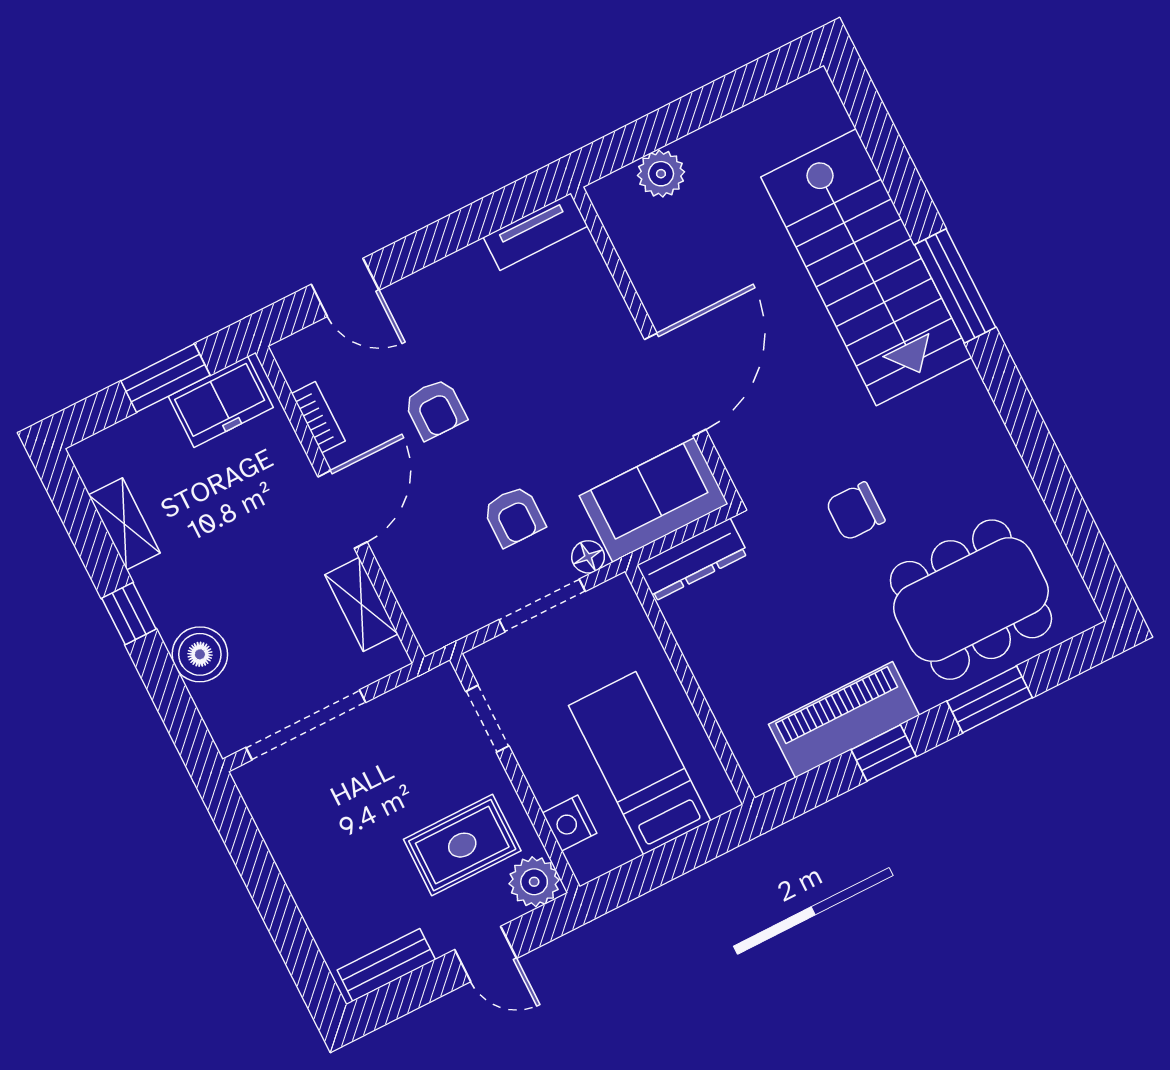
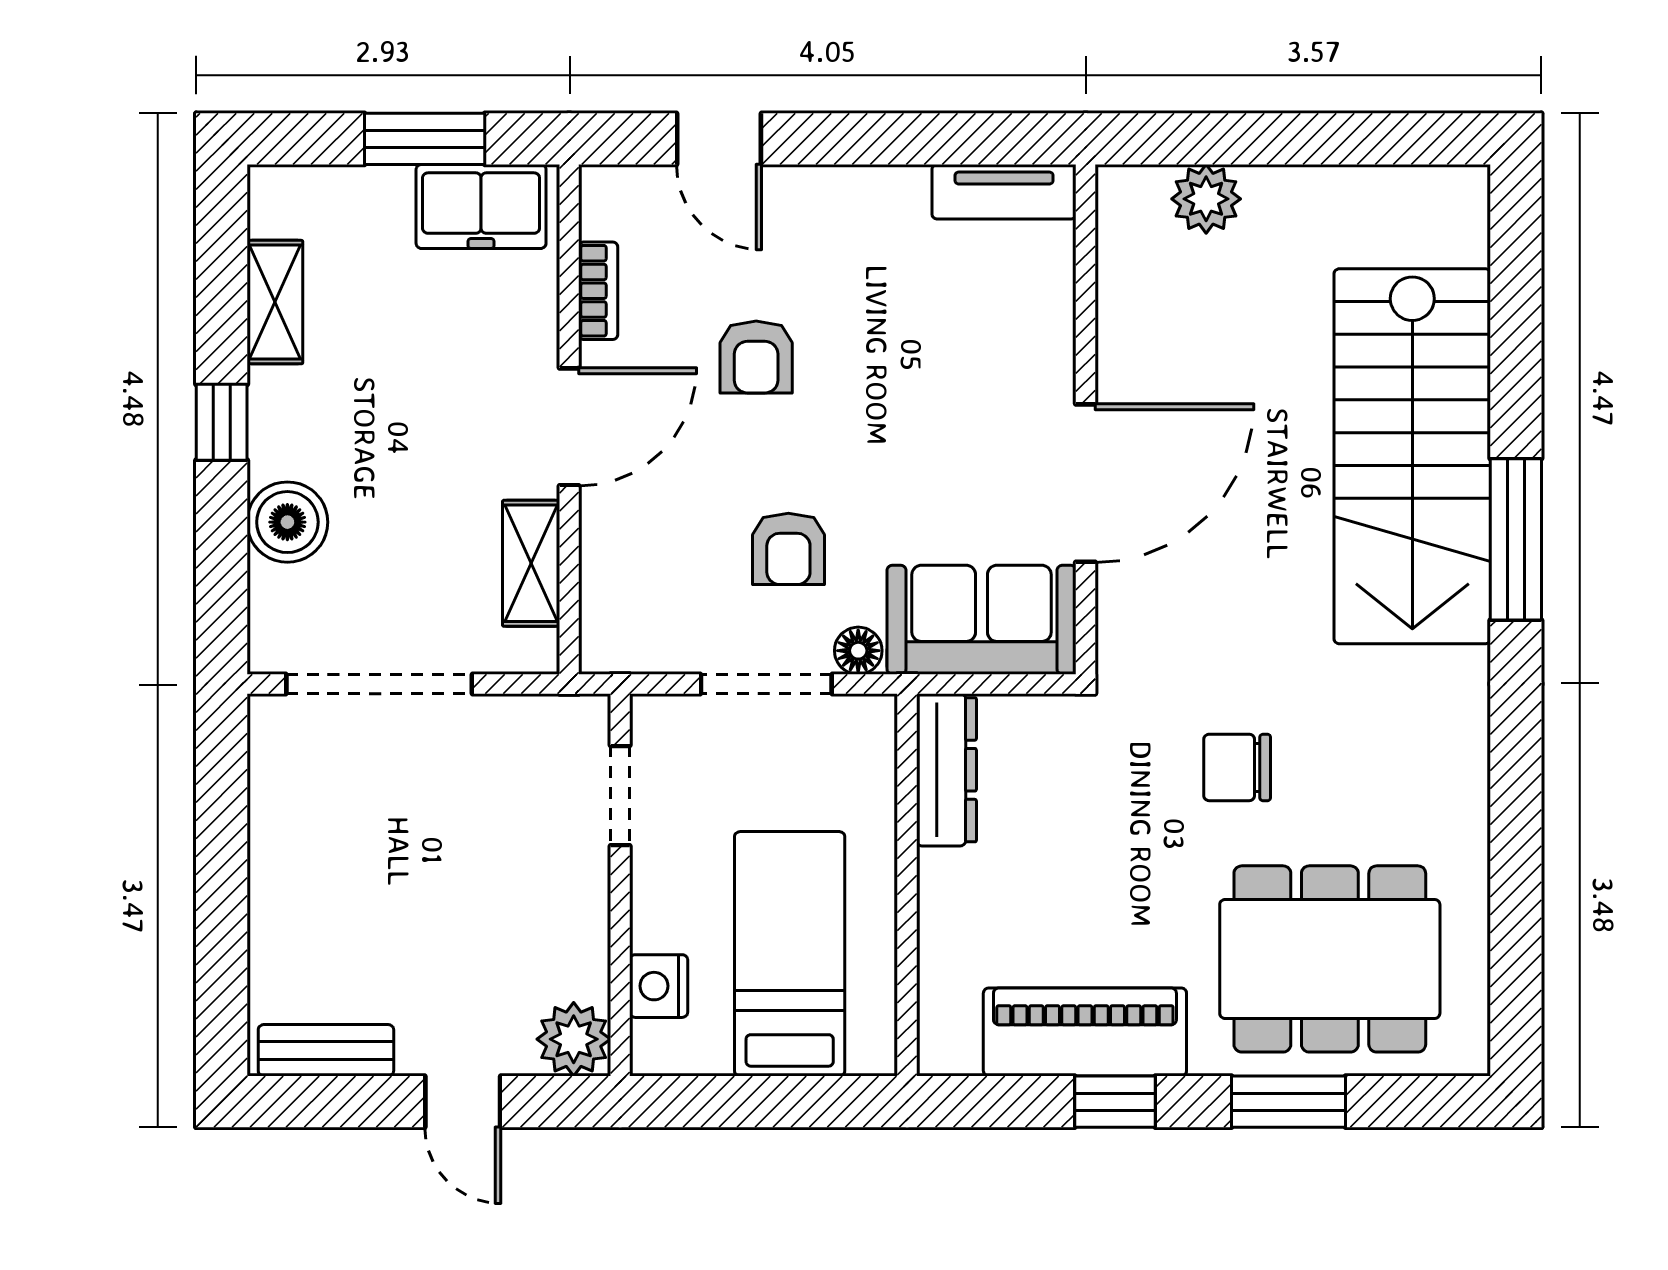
dresser: (693, 560) -> (946, 770), moved, turned -90
rug: (462, 845) -> (504, 944), removed

